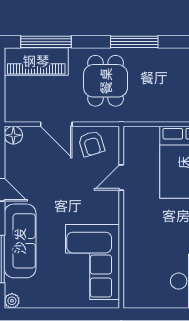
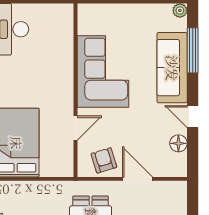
floor lamp: (13, 135) -> (178, 143), moved
corner sofa: (93, 262) -> (103, 71), moved

